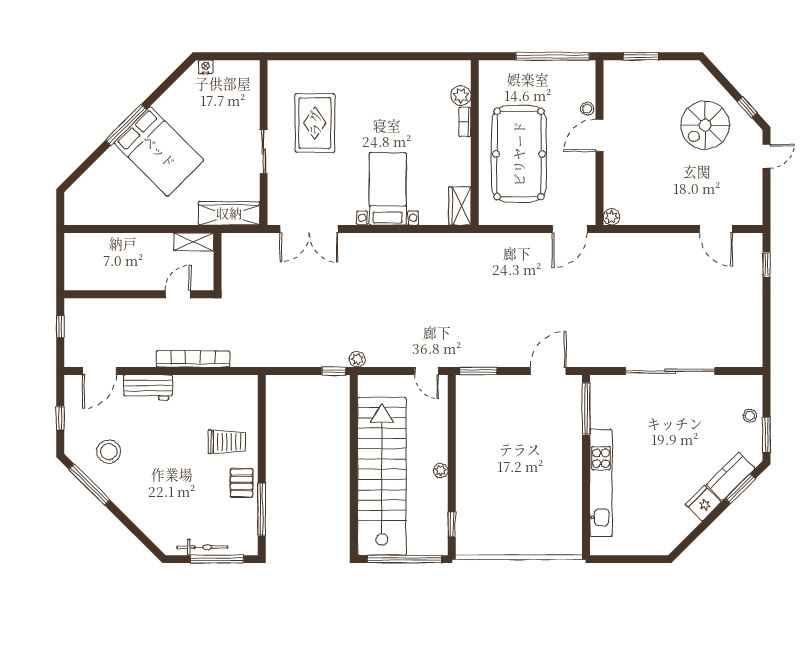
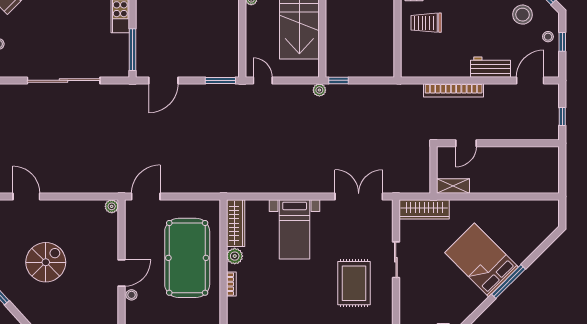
plant: (461, 96) -> (235, 256), moved
spiral stairs: (705, 125) -> (46, 262), moved
wardrobe: (460, 206) -> (236, 223), width x1.50
stool: (78, 425) -> (548, 37), added

